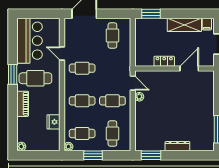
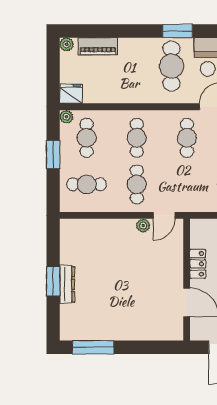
piano: (23, 104) -> (98, 46), moved
fridge: (53, 122) -> (71, 94), moved
window: (151, 155) -> (53, 281), moved

